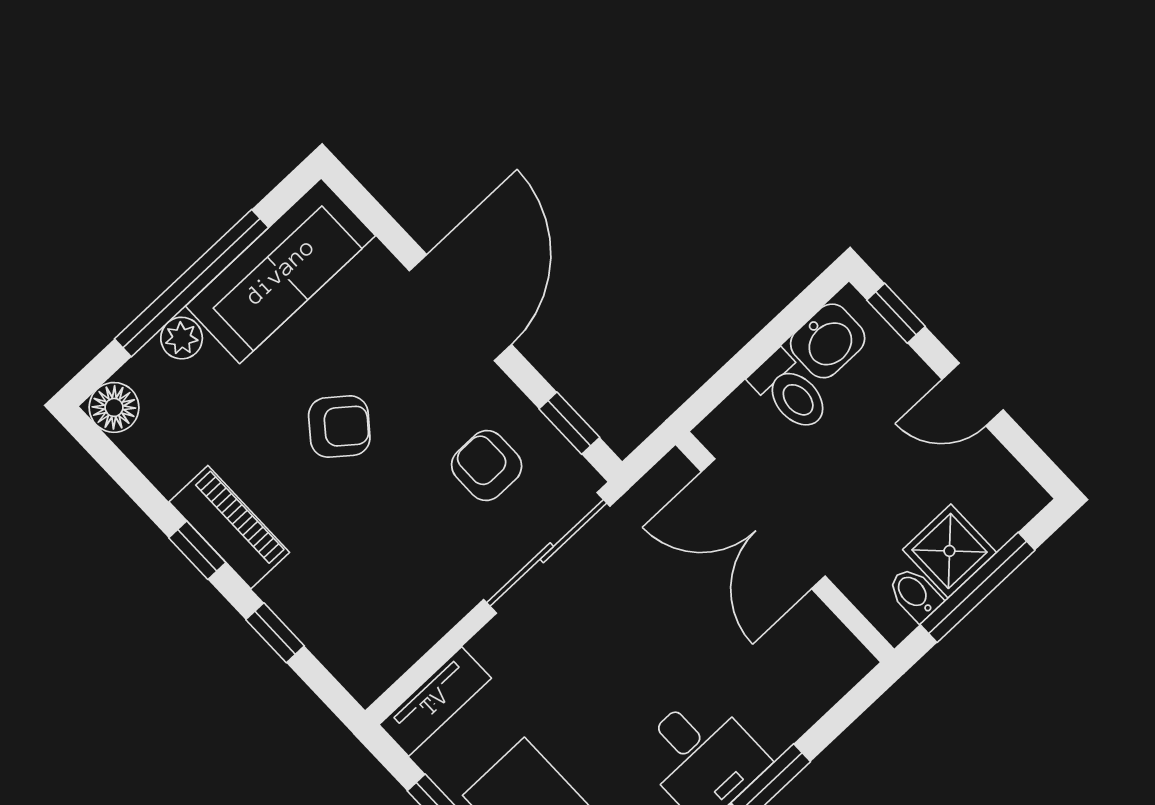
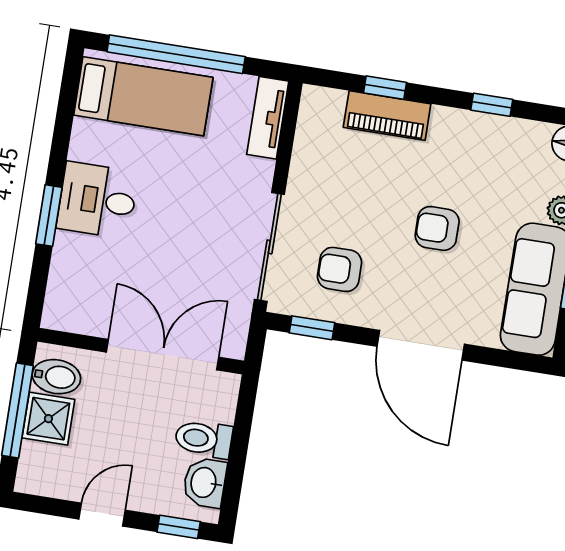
armchair: (339, 427) -> (437, 228), turned 51
armchair: (487, 466) -> (340, 269), turned 180
piano: (229, 527) -> (387, 116), moved
window: (197, 550) -> (492, 105), moved
bidet: (915, 594) -> (56, 377), width x1.38, depth x1.36

